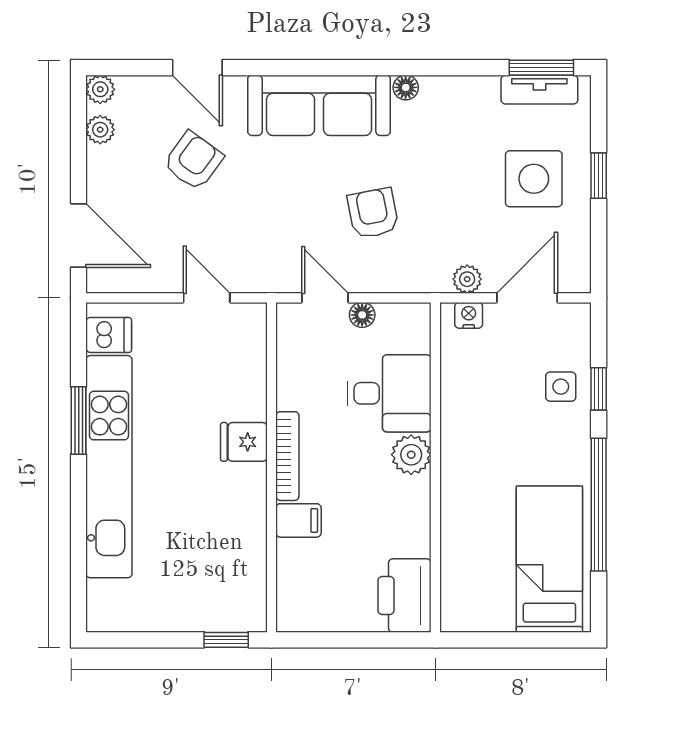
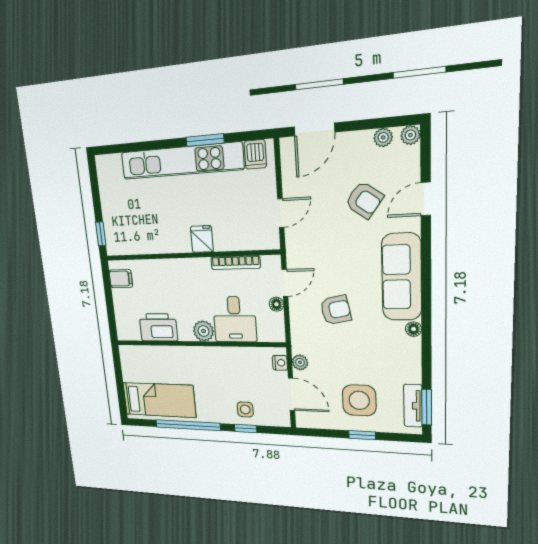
bookcase: (287, 456) -> (236, 263), moved
filing cabinet: (299, 520) -> (121, 279), moved, turned -90
printer: (405, 596) -> (158, 327), moved

